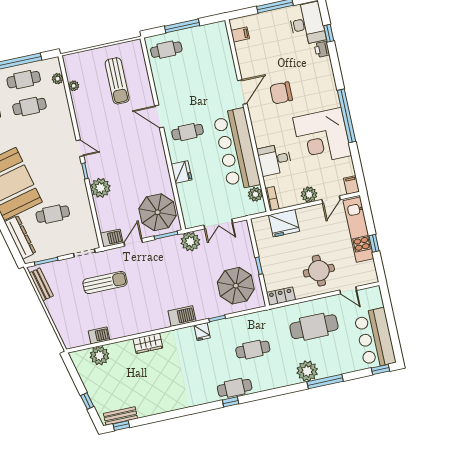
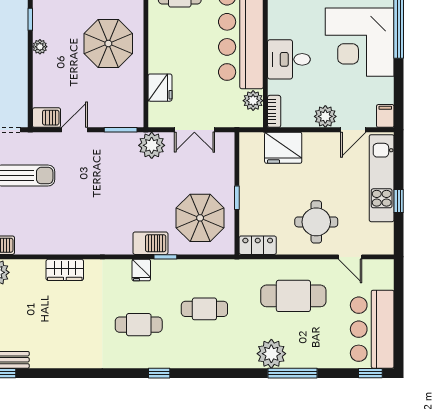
fridge: (182, 172) -> (160, 88), moved
plant: (100, 188) -> (40, 47), width x0.53, depth x0.53
parasol: (158, 212) -> (108, 43), moved
barbecue: (182, 316) -> (150, 243), moved
cafe table: (235, 388) -> (139, 325), moved

